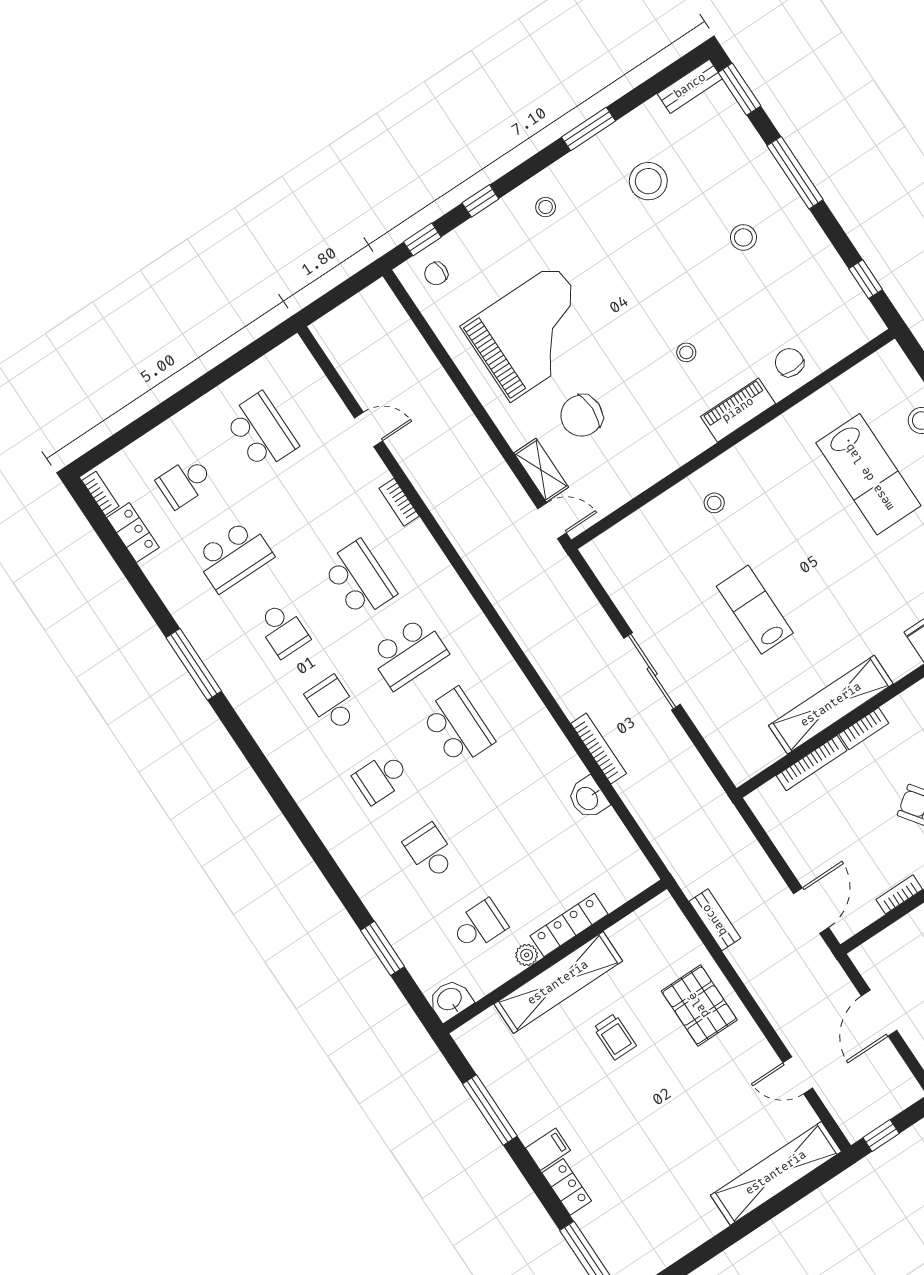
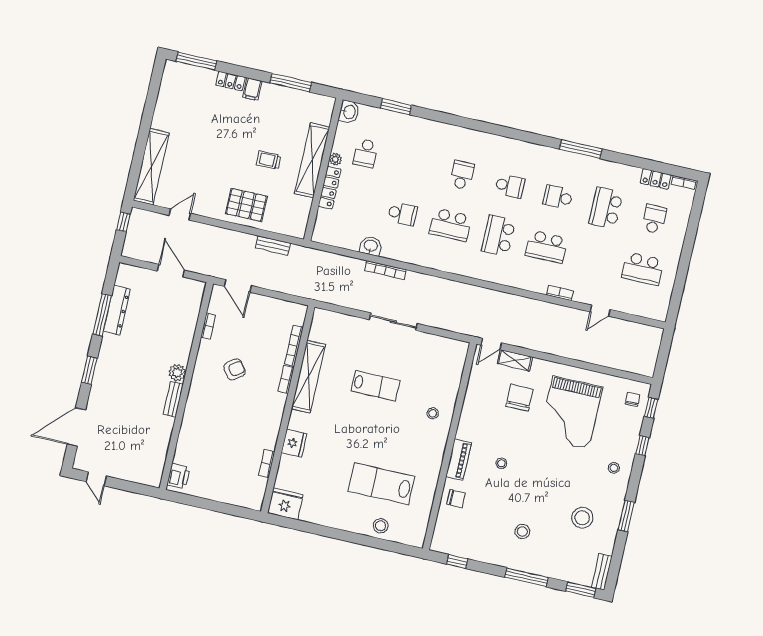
school desk: (430, 851) -> (402, 214), moved

